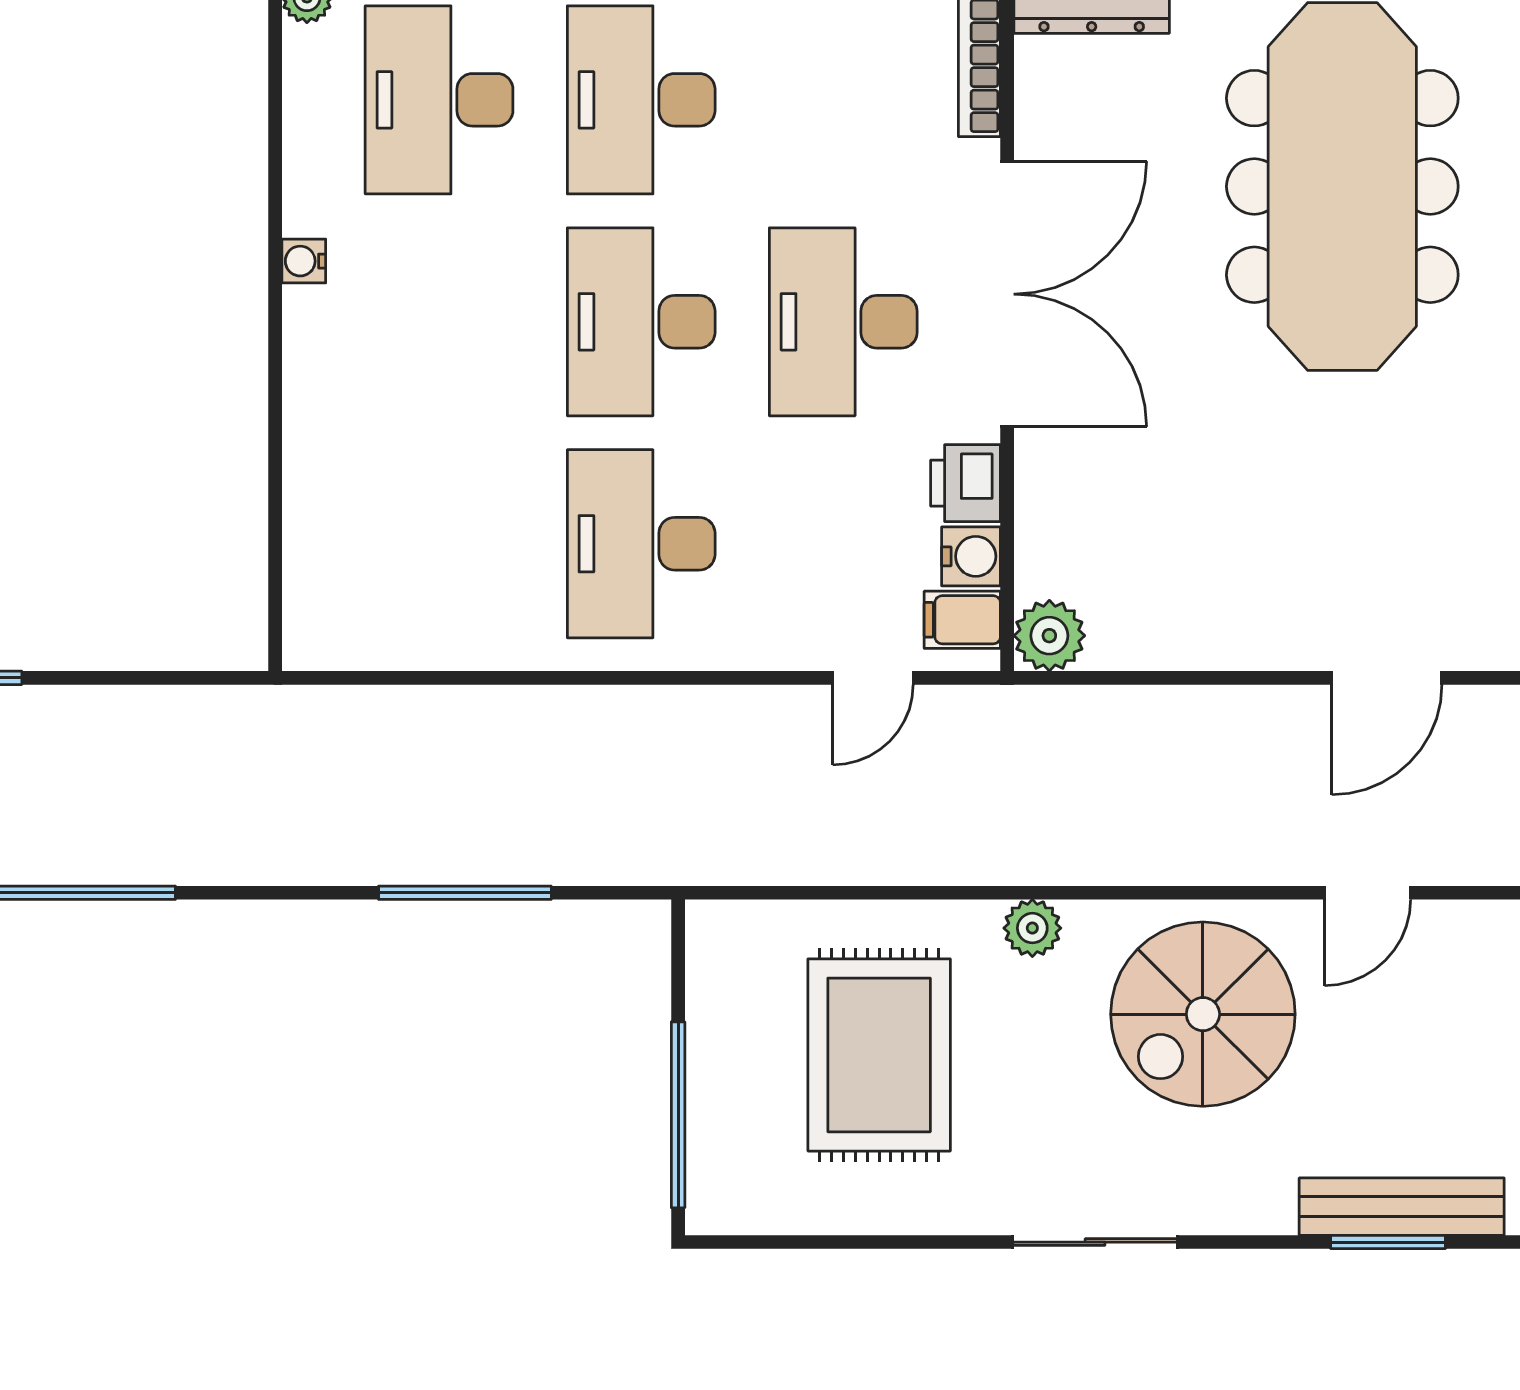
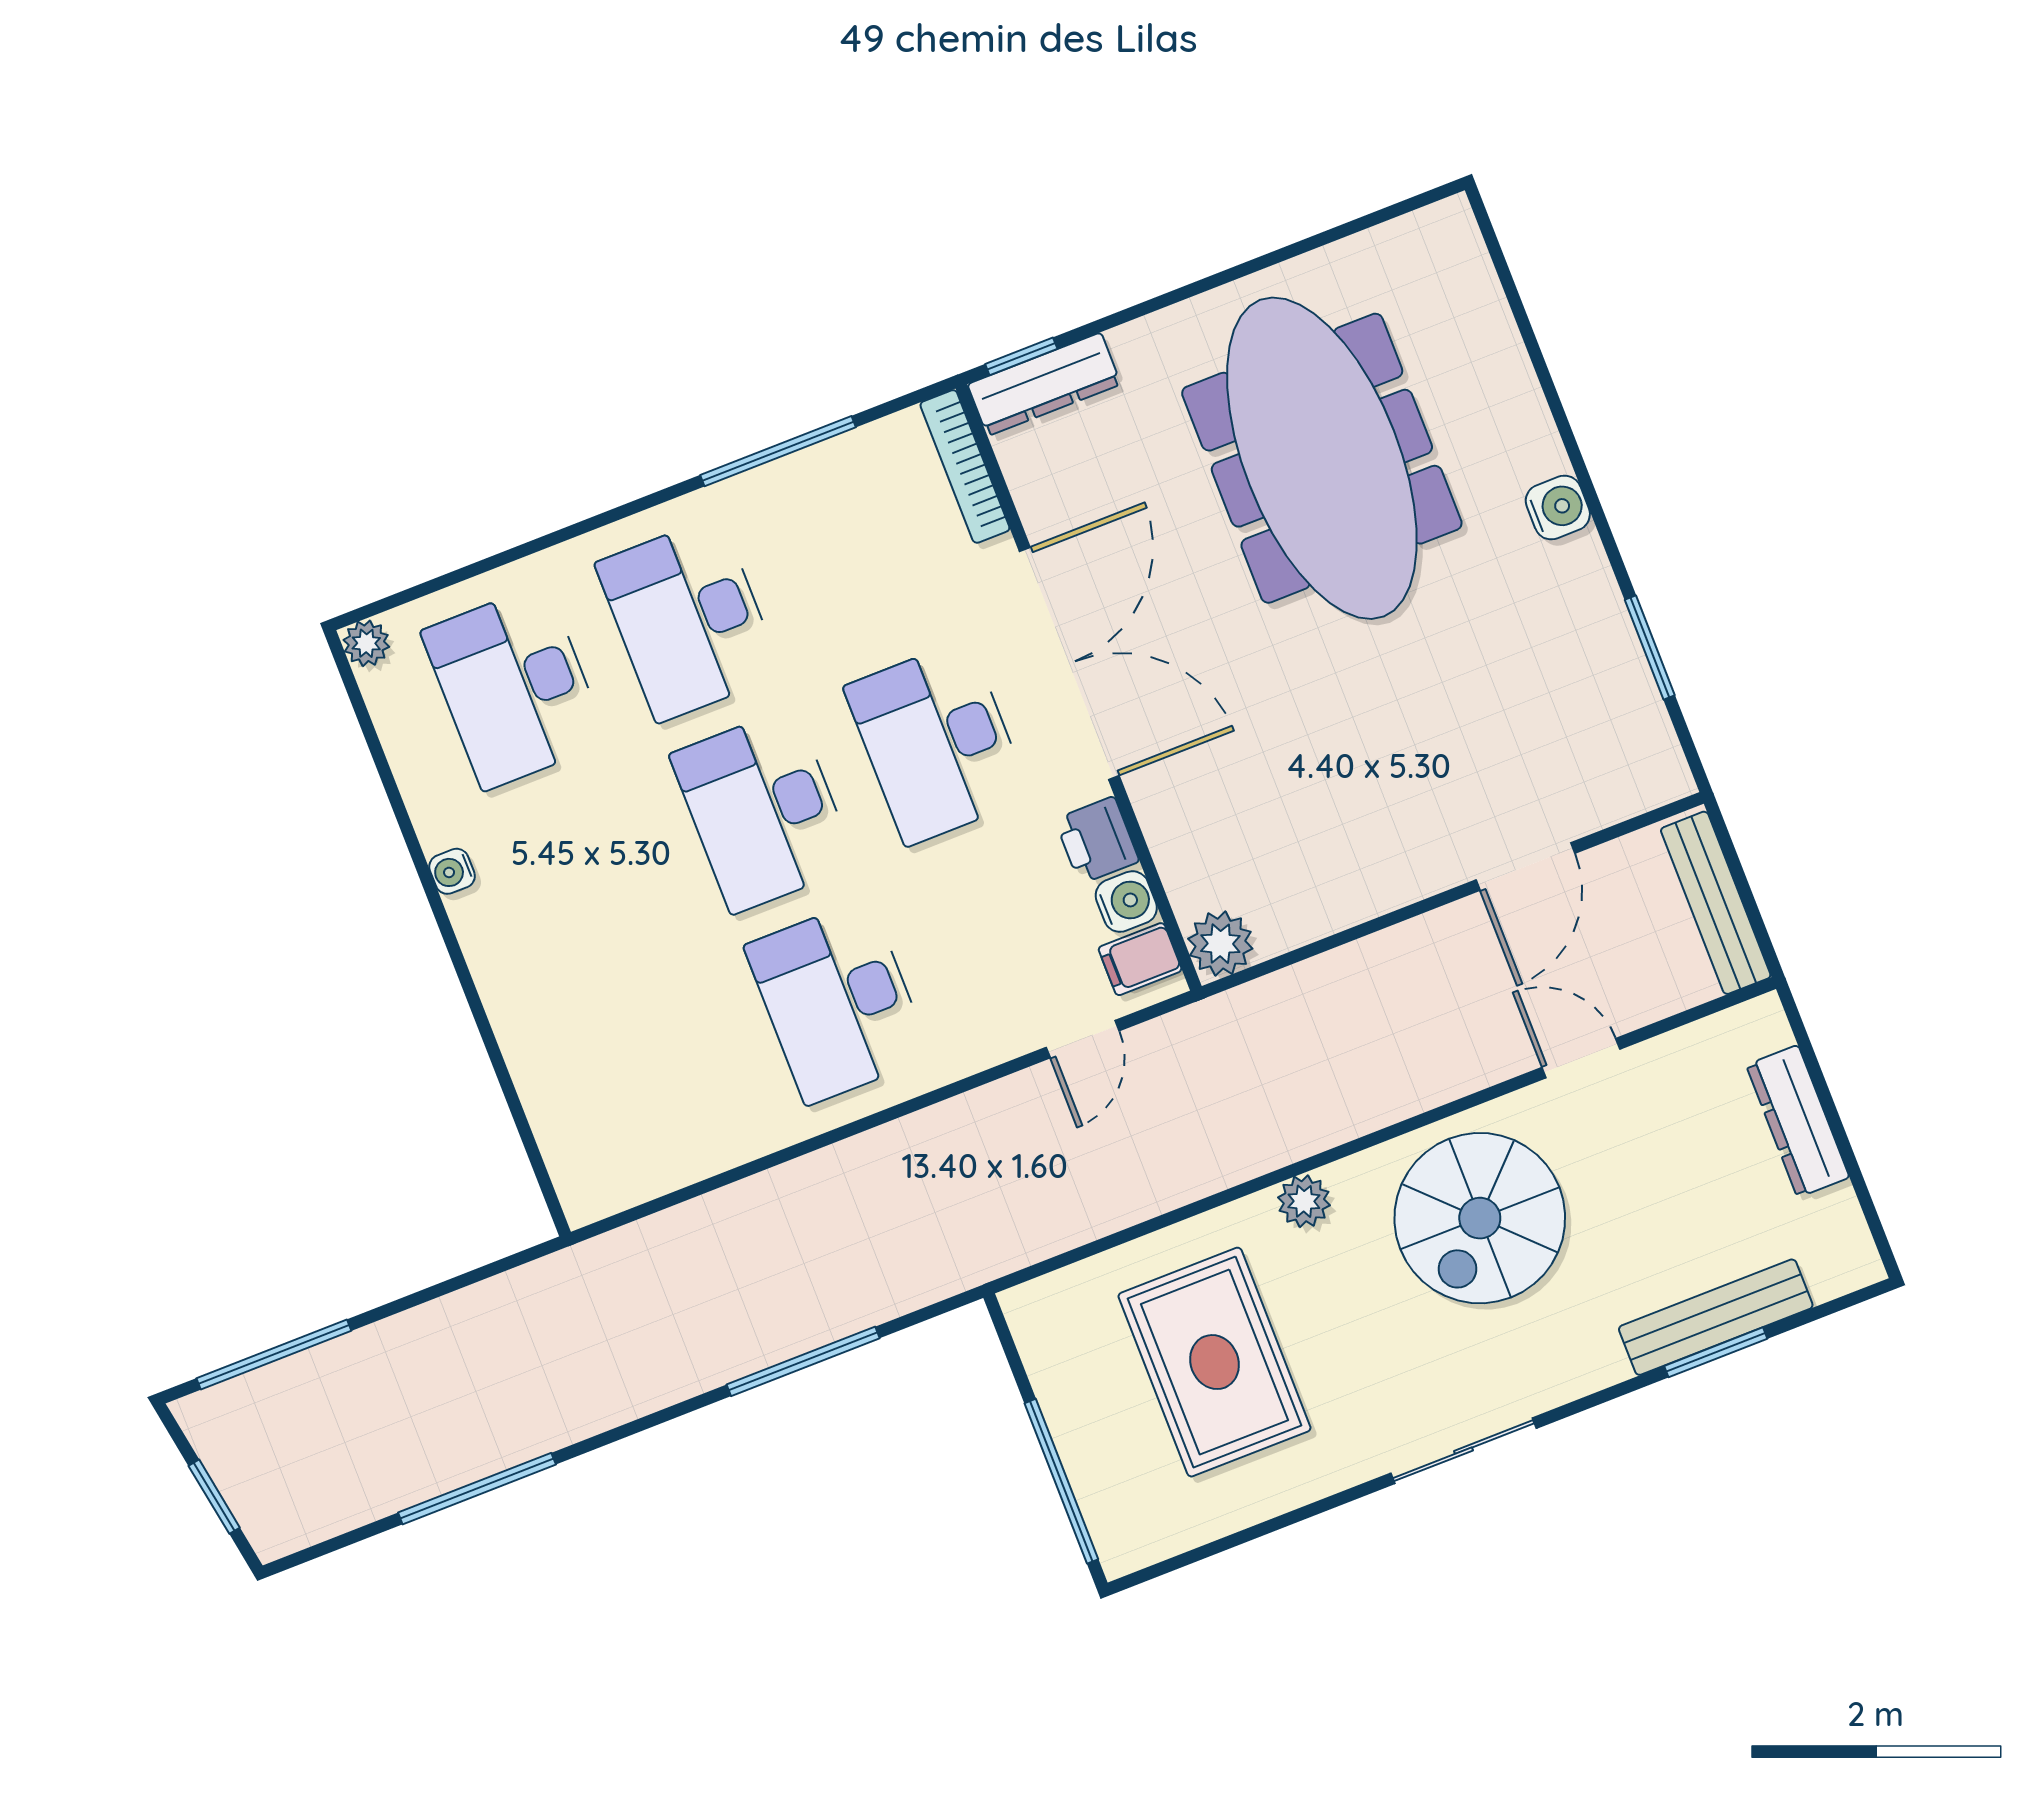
door: (1368, 893) -> (1581, 1058), swing flipped

